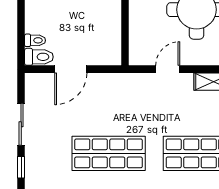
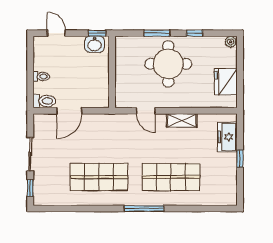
toilet: (35, 40) -> (41, 76), moved
door: (168, 69) -> (146, 111), swing flipped

